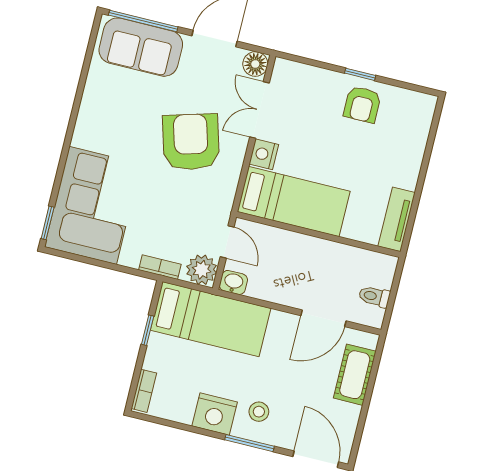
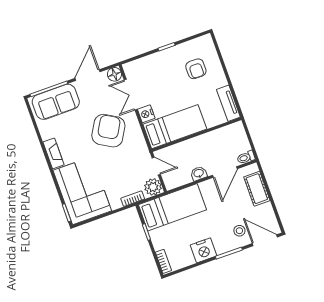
armchair: (362, 104) -> (196, 69), moved
fireplace: (86, 122) -> (53, 153), added
armchair: (191, 142) -> (108, 131), turned 46
washbasin: (233, 282) -> (199, 173), moved
toilet: (374, 297) -> (246, 157), moved
stool: (259, 412) -> (239, 231), moved

